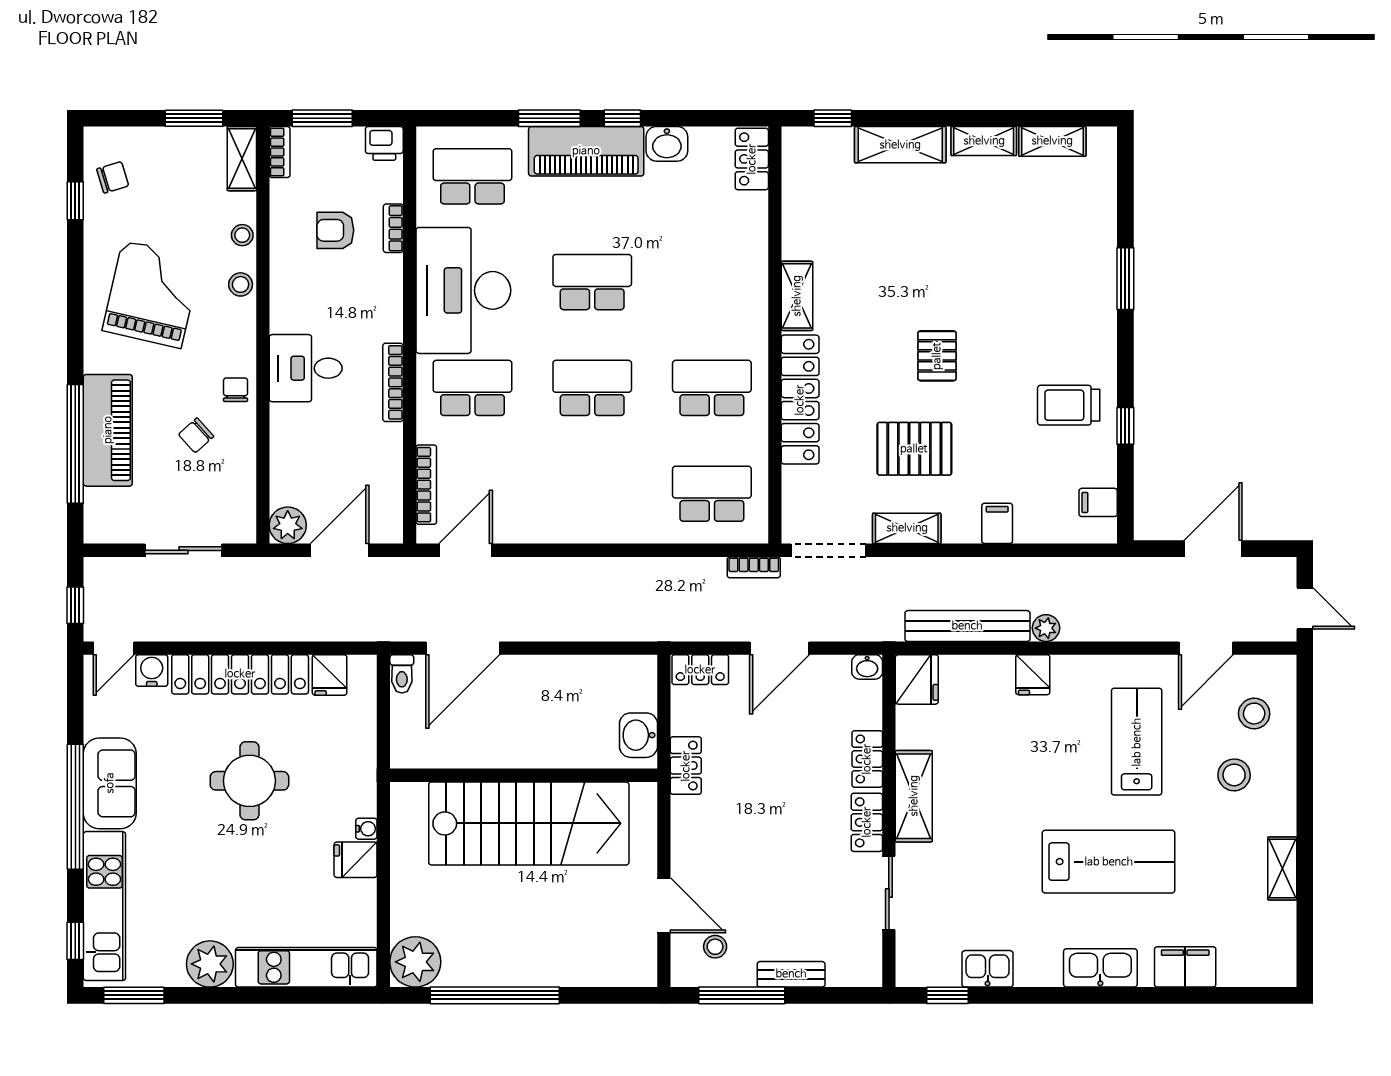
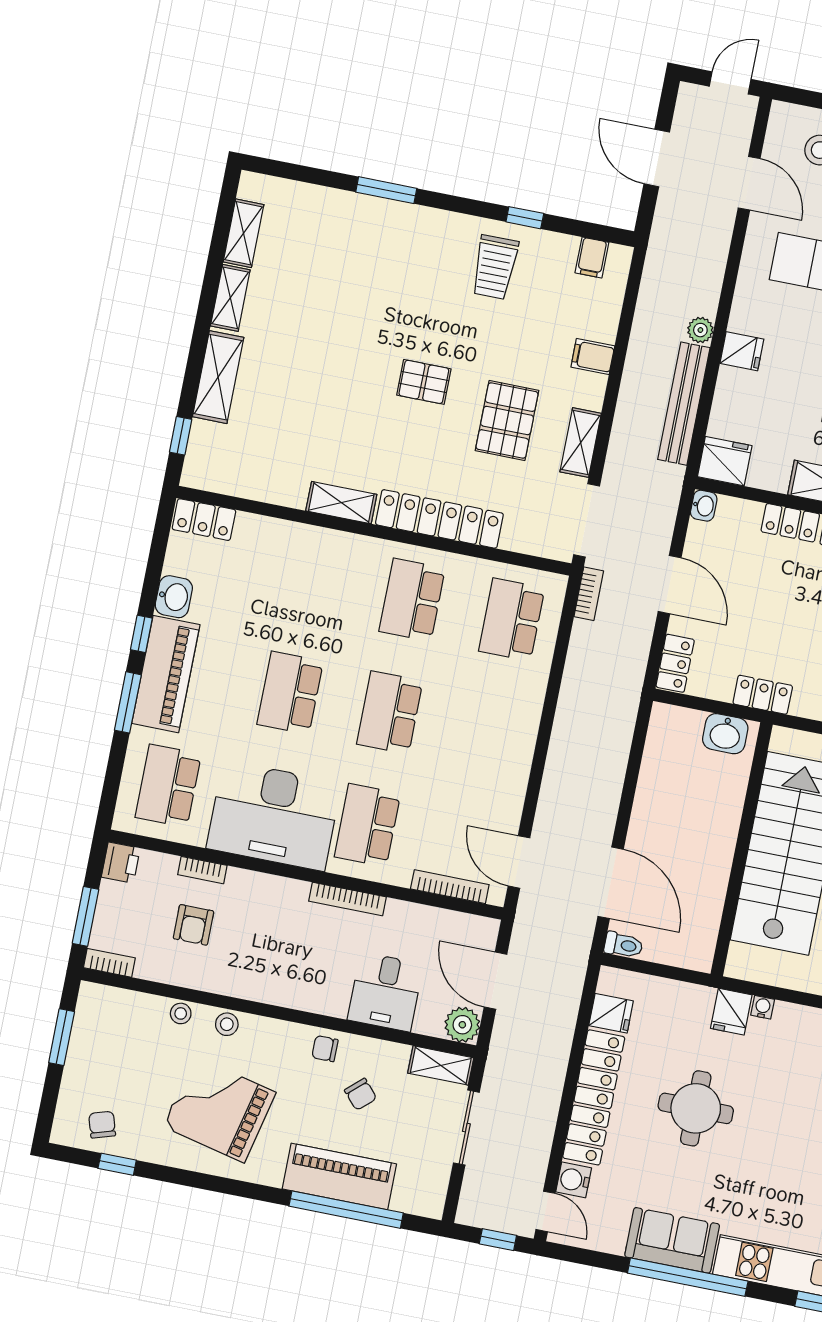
shelving: (242, 159) -> (441, 1065), moved
desk: (306, 368) -> (385, 992), moved
fridge: (356, 860) -> (731, 1012), moved

